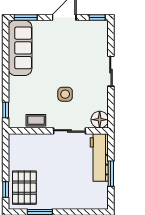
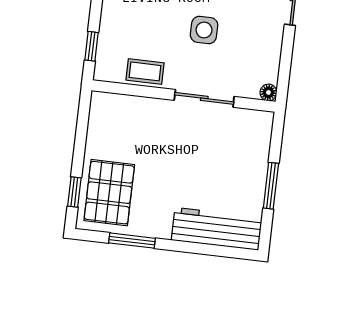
floor lamp: (100, 120) -> (268, 92), width x0.53, depth x0.53
workbench: (99, 158) -> (217, 229), moved, turned 90

